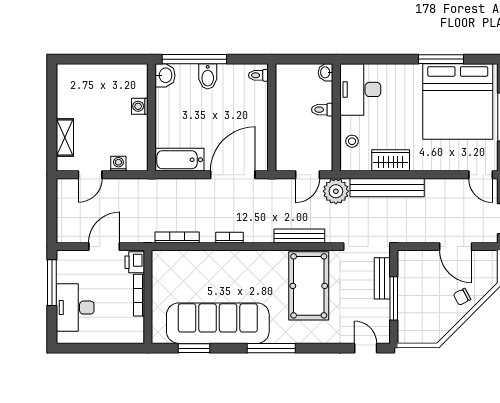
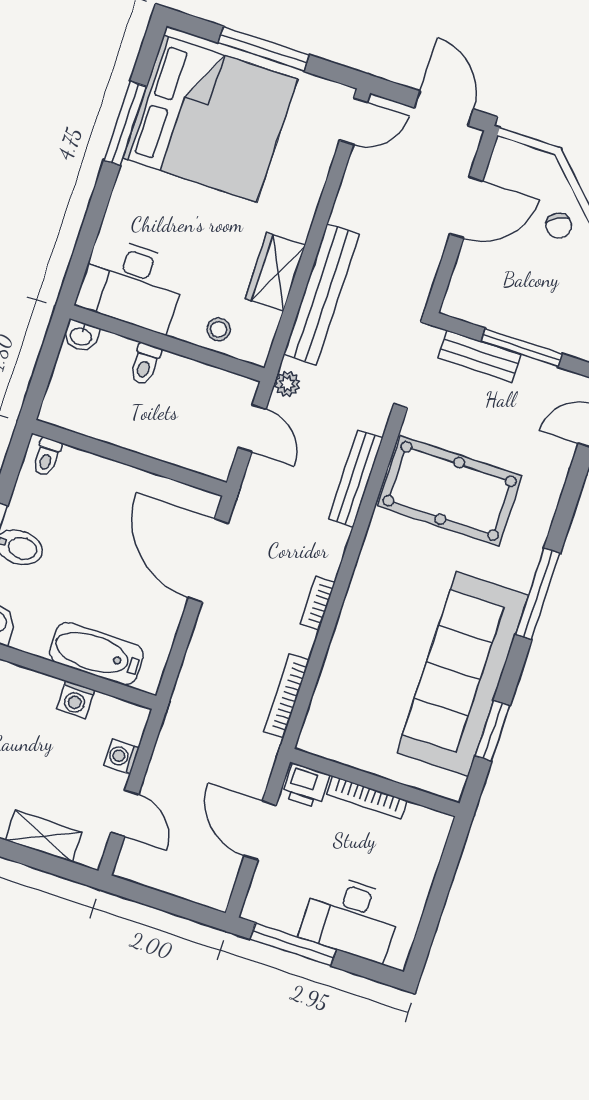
washing machine: (140, 106) -> (76, 700), moved
bathtub: (179, 160) -> (96, 654), moved, turned 90
plant: (336, 191) -> (287, 384), width x0.53, depth x0.53

